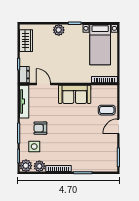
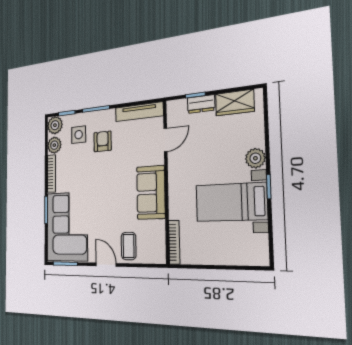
bed with nightstands: (100, 45) -> (231, 202), moved
dresser: (24, 75) -> (201, 104), moved
corner sofa: (94, 156) -> (67, 227), added

